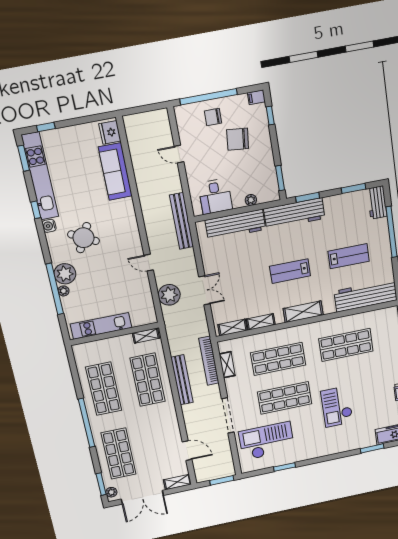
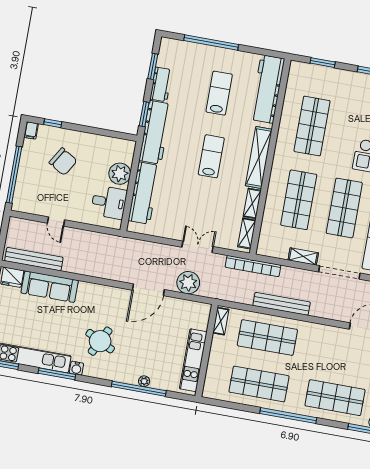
chair: (213, 117) -> (34, 177), removed
chair: (238, 139) -> (63, 162), turned -65
door: (179, 154) -> (56, 221), hinge flipped
window: (280, 178) -> (115, 134), removed
plant: (251, 200) -> (120, 174), width x1.87, depth x1.87
workbench: (377, 202) -> (161, 84), moved, turned -90
window: (36, 210) -> (57, 374), width x2.17
bench: (182, 221) -> (34, 259), moved
door: (149, 263) -> (148, 290), width x1.88
lab bench: (290, 271) -> (211, 156), turned 180
plant: (65, 274) -> (128, 373), removed
shelving: (303, 312) -> (259, 158), width x1.47
bookcase: (209, 361) -> (253, 266), moved
shelving: (227, 365) -> (303, 257), moved

